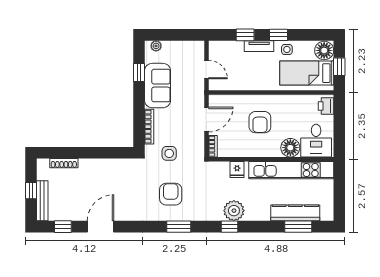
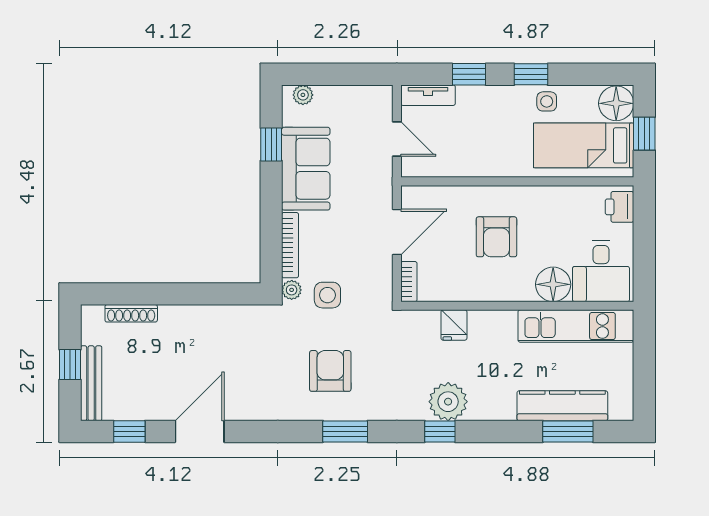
tv unit: (259, 46) -> (428, 95), moved
plant: (150, 151) -> (292, 290), added
kitchen unit: (291, 170) -> (576, 326), width x0.73

